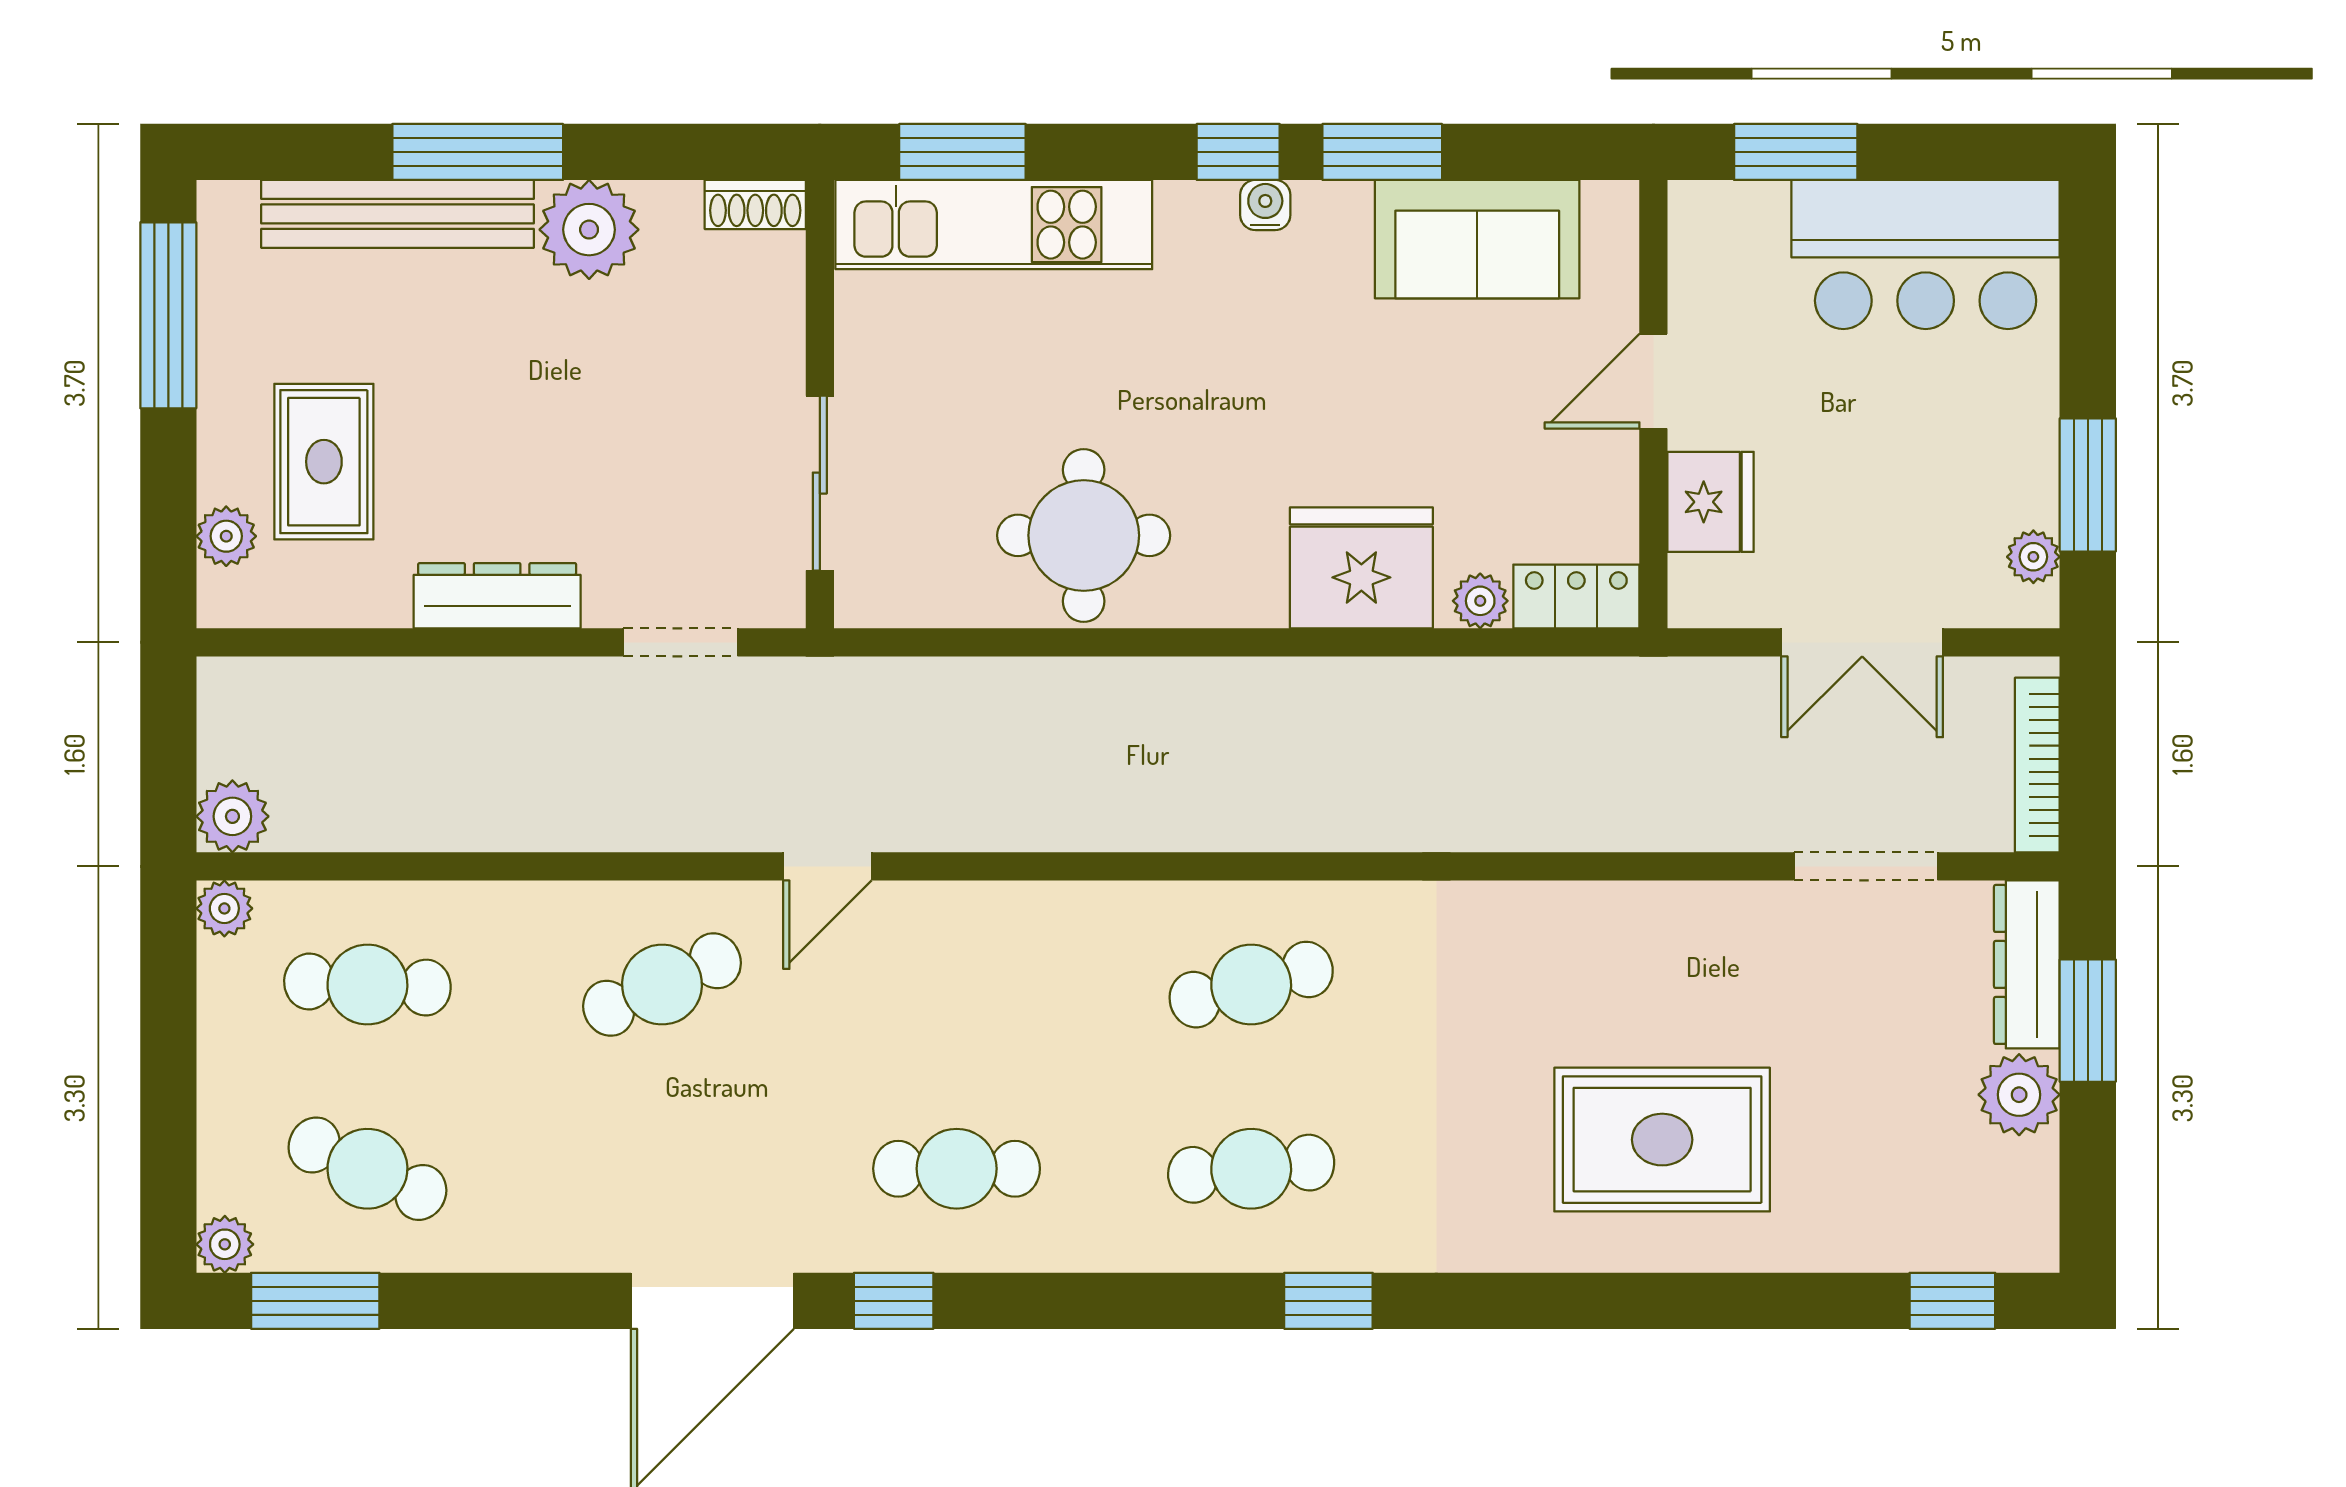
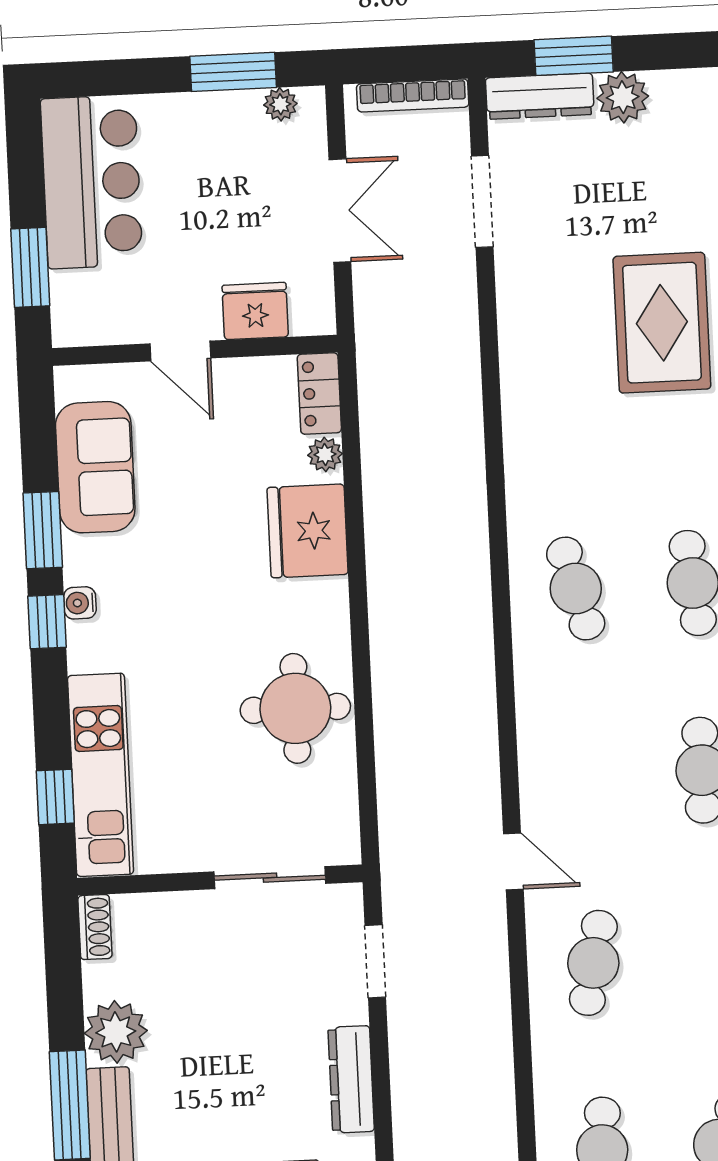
window: (962, 152) -> (55, 797), width x0.67
cafe table: (662, 985) -> (593, 963), turned 36

